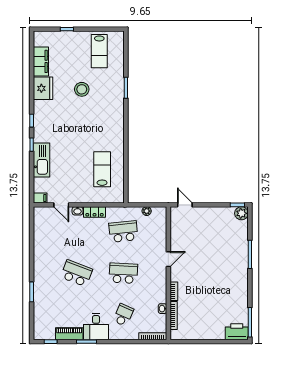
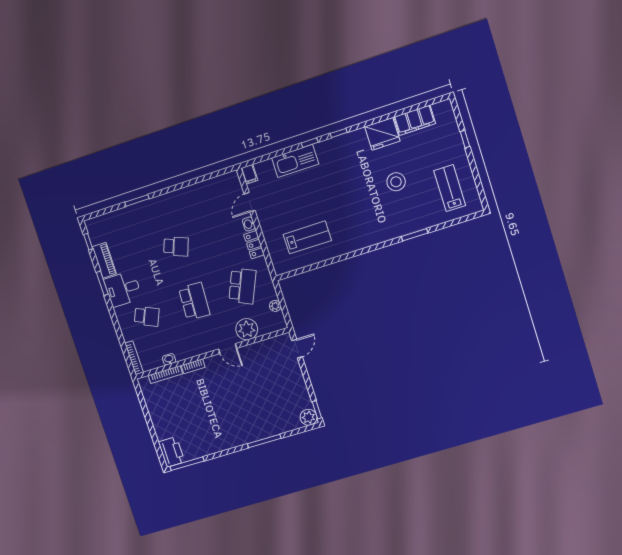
lab bench: (99, 51) -> (450, 188), turned 90
school desk: (123, 231) -> (242, 286), turned 30
plant: (158, 239) -> (247, 329), added
school desk: (77, 273) -> (176, 246), width x0.54

